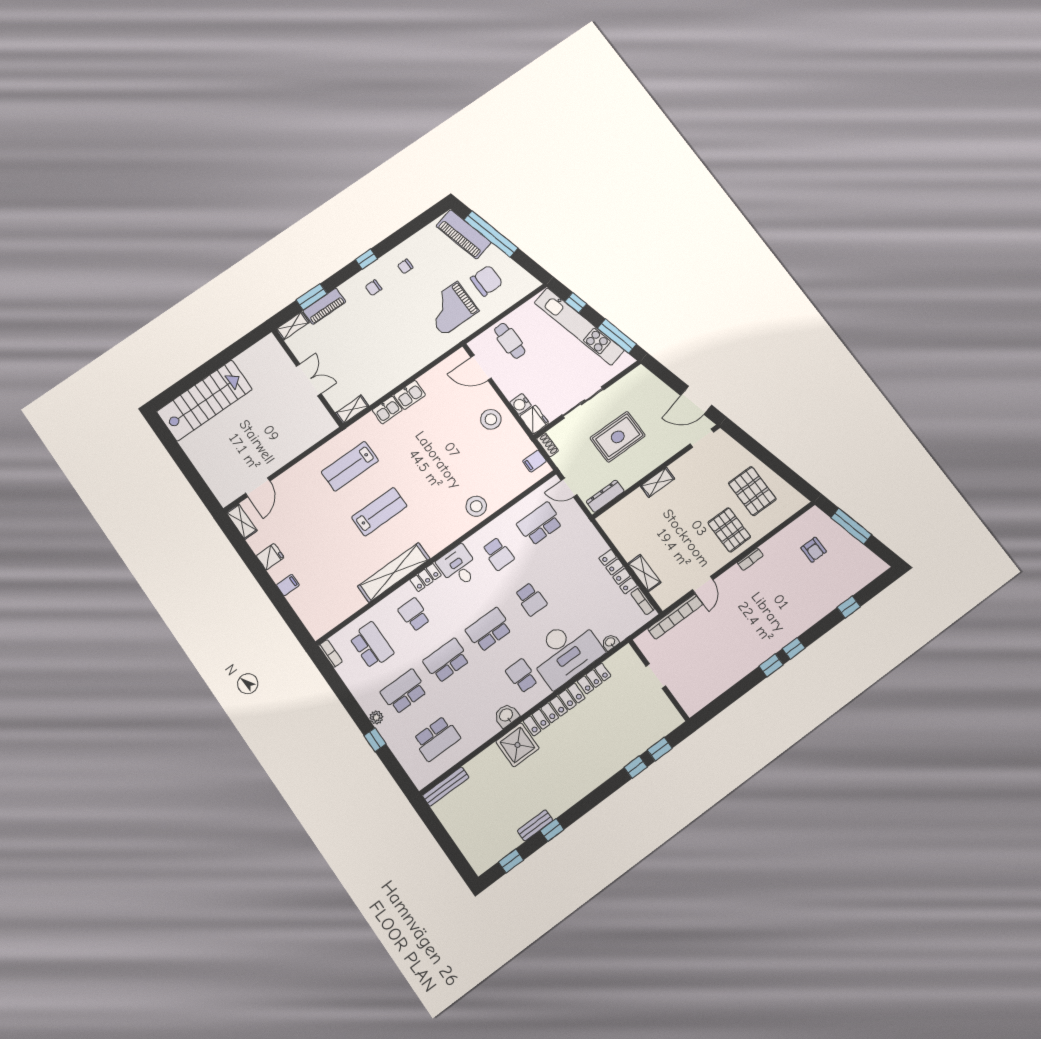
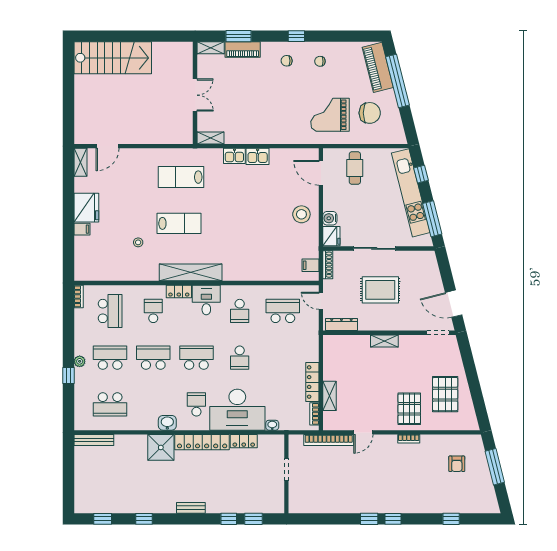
shoe rack: (548, 445) -> (328, 265), width x1.43
stool: (476, 506) -> (138, 242), moved, width x0.53, depth x0.53
fridge: (270, 557) -> (86, 208), width x1.88, depth x1.34
shelving: (394, 572) -> (191, 272), moved
bench: (535, 825) -> (191, 508), moved

